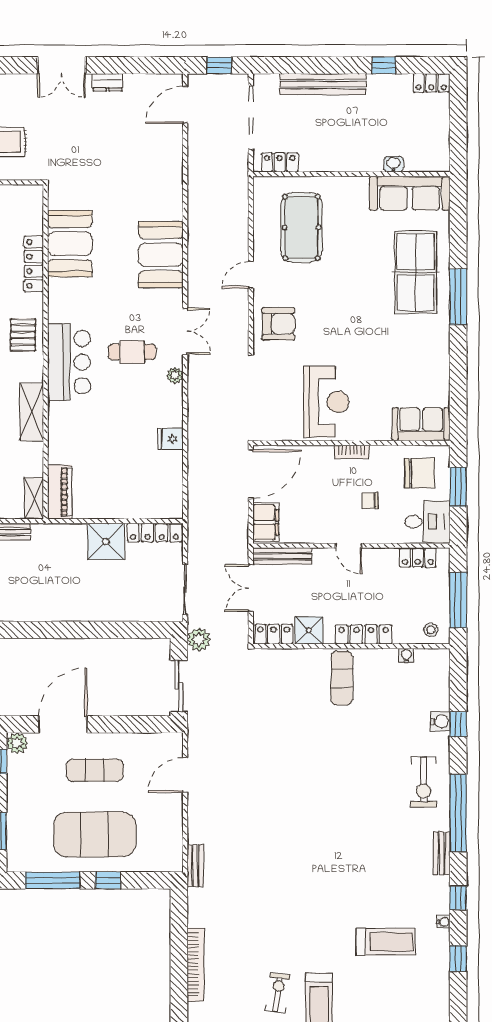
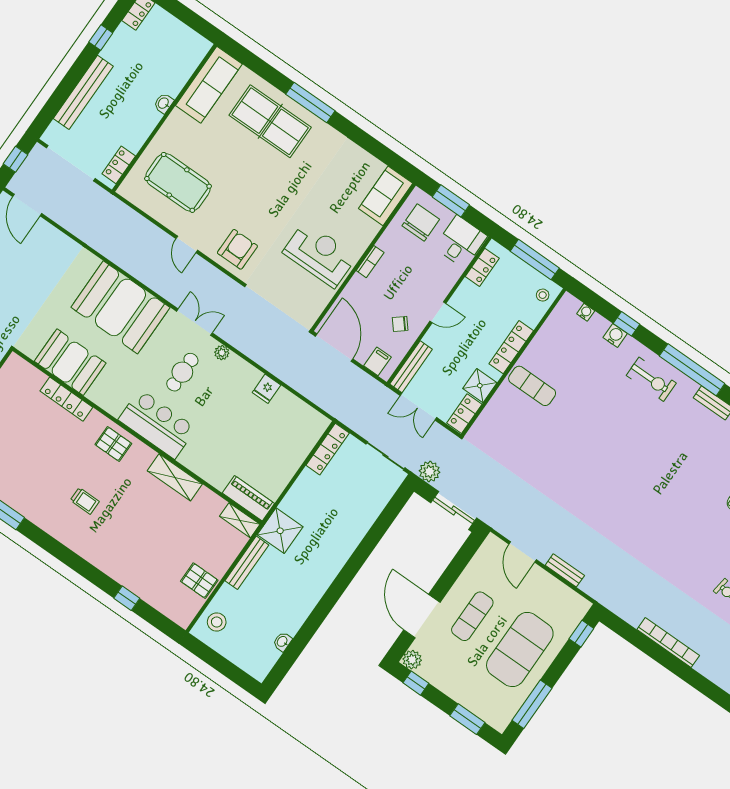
washbasin: (393, 164) -> (164, 103), moved
booth: (161, 255) -> (120, 307), width x1.36, depth x1.42
chair: (370, 501) -> (400, 324), moved, turned 50
filing cabinet: (266, 522) -> (377, 361), width x0.50
shower: (106, 541) -> (280, 531), moved
water cooler: (406, 656) -> (586, 312), moved, turned 90
bench: (195, 866) -> (565, 570), moved
window: (108, 880) -> (581, 634), moved

